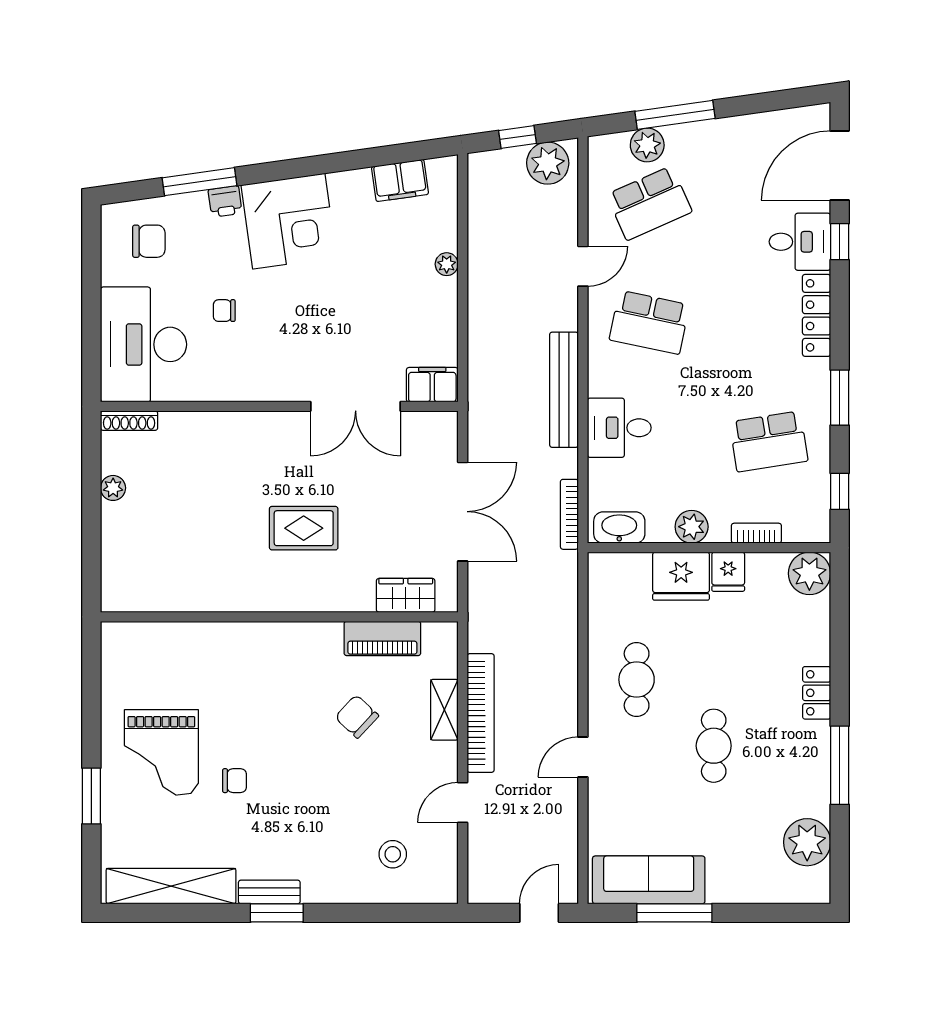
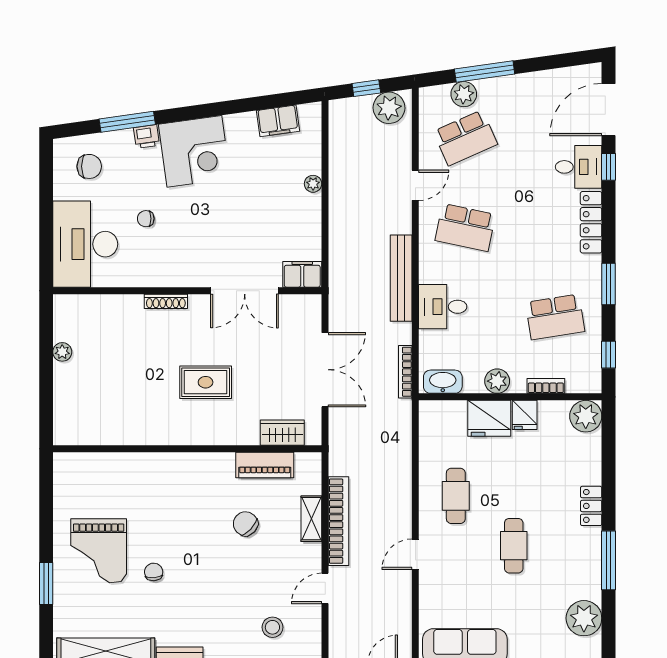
shoe rack: (129, 421) -> (166, 301), moved
chair: (235, 781) -> (154, 572), turned -94

